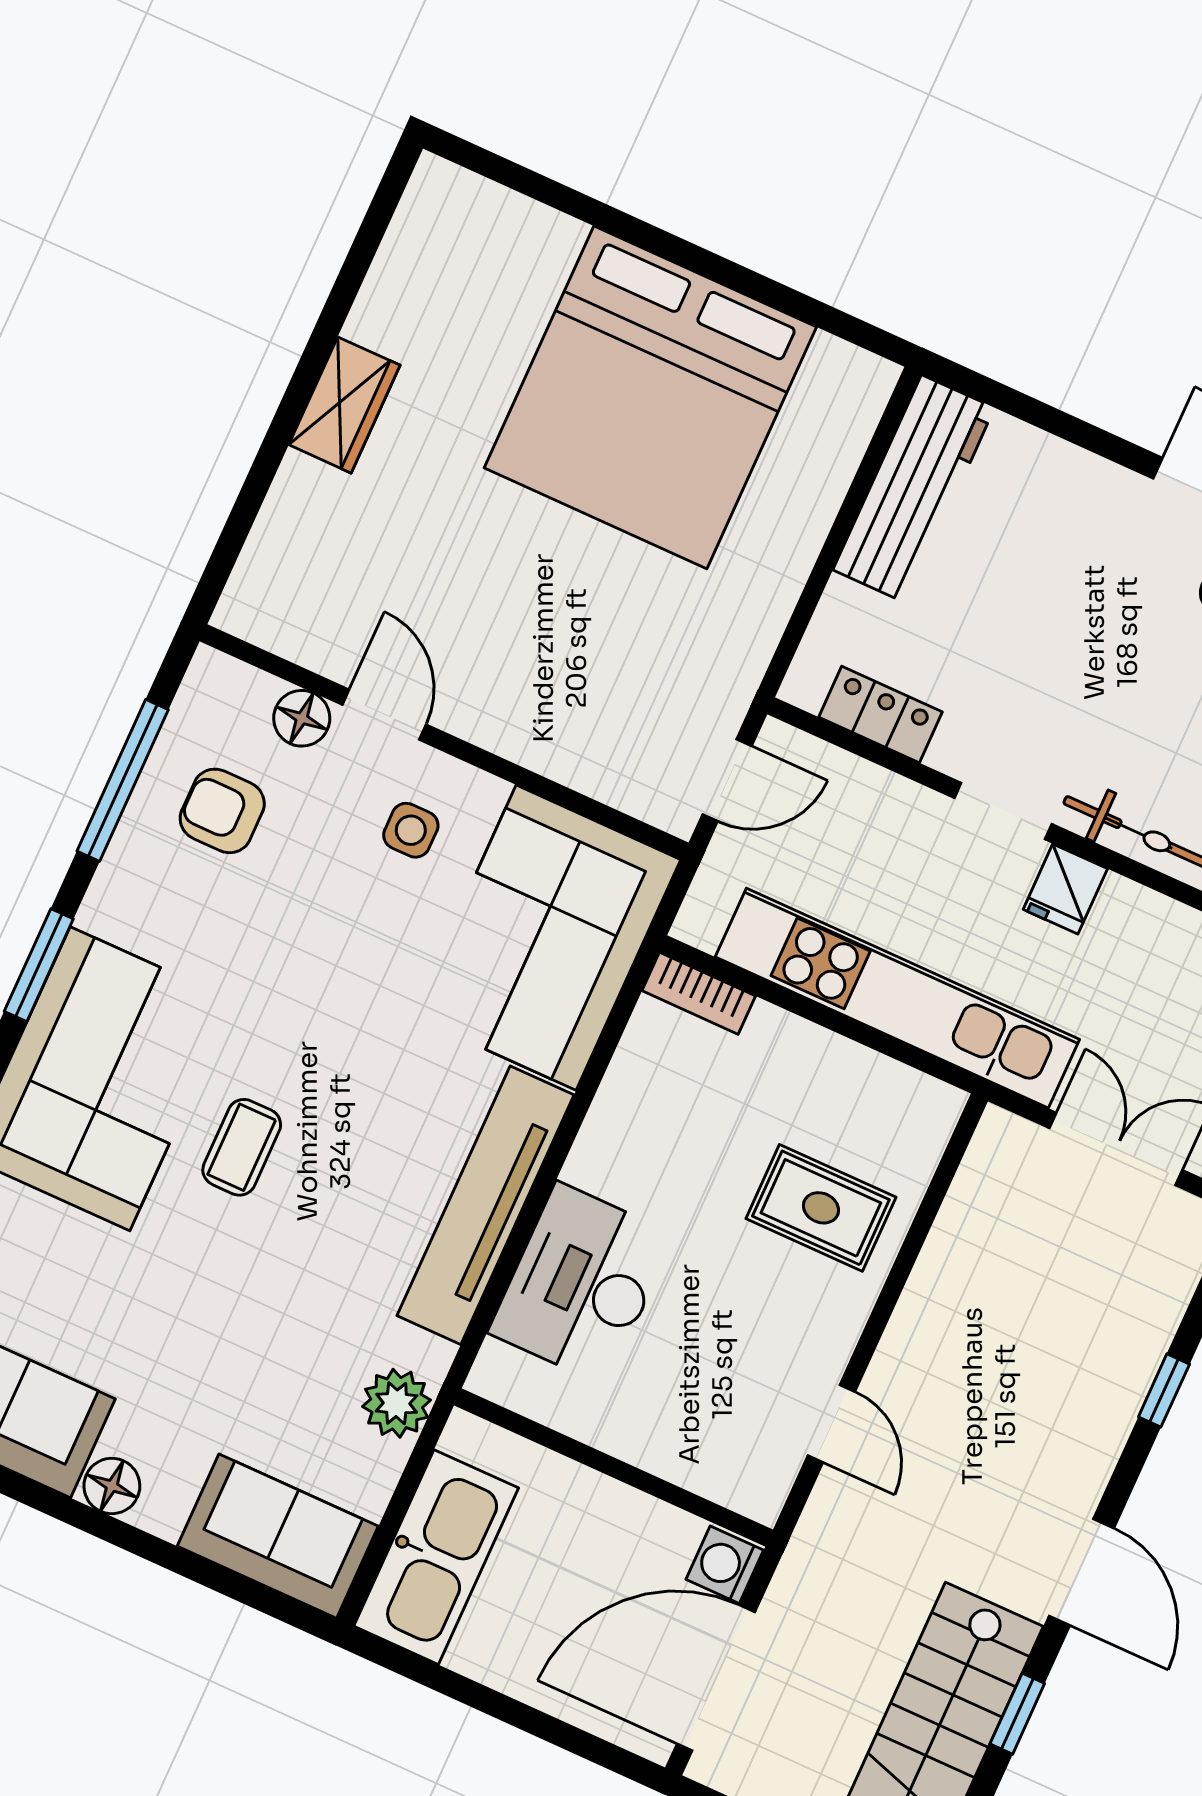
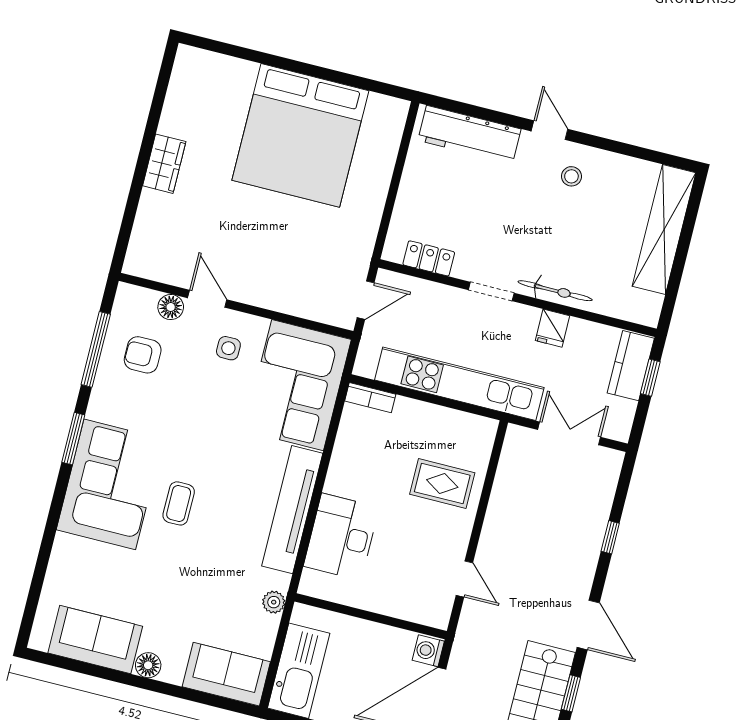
workbench: (914, 489) -> (469, 135), moved, turned 90
fridge: (1065, 889) -> (552, 328), moved
plant: (397, 1403) -> (274, 602), width x0.73, depth x0.73

